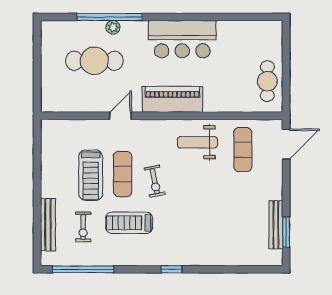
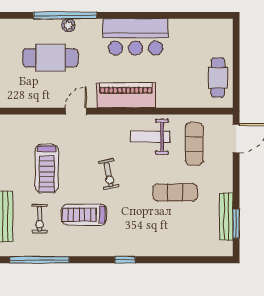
exercise mat: (123, 174) -> (175, 192), moved, turned 90

